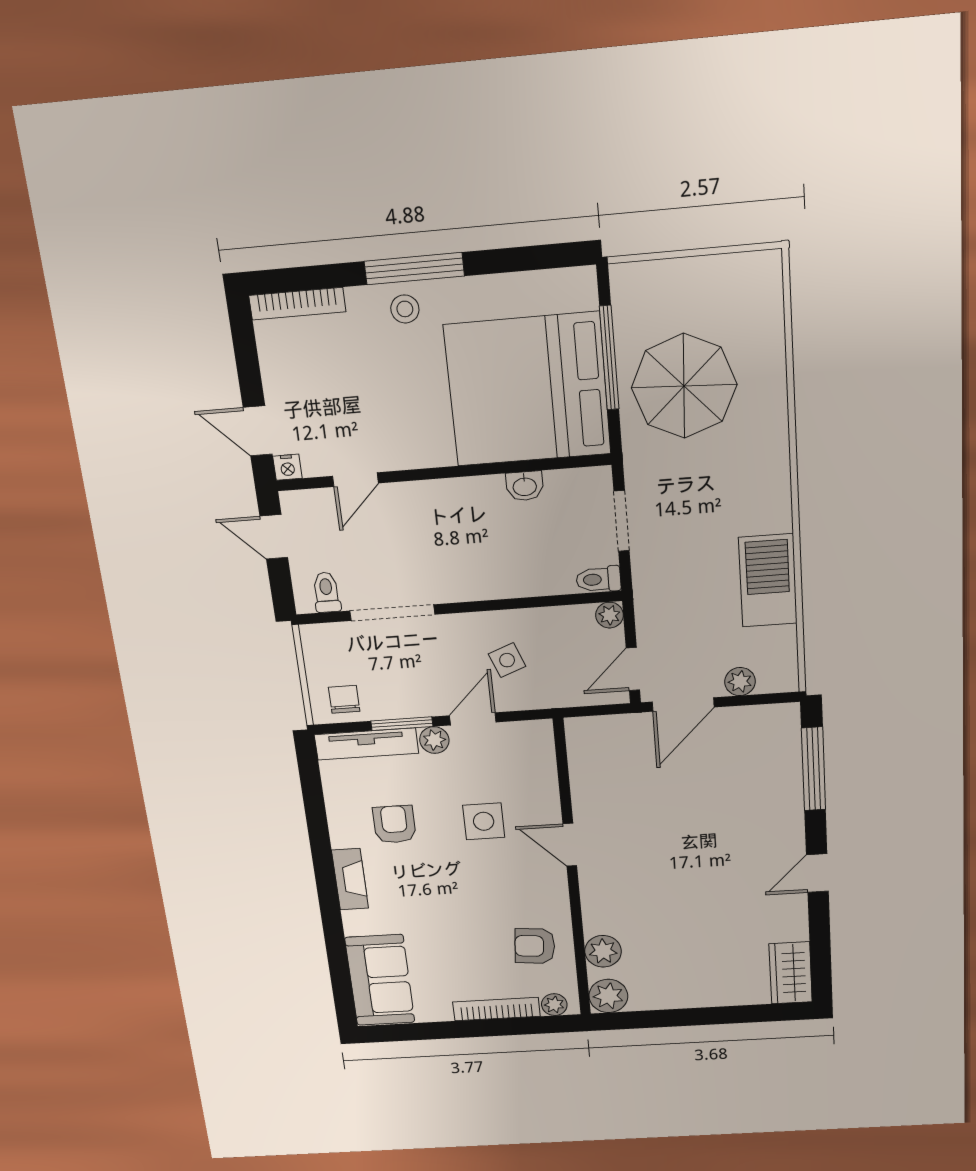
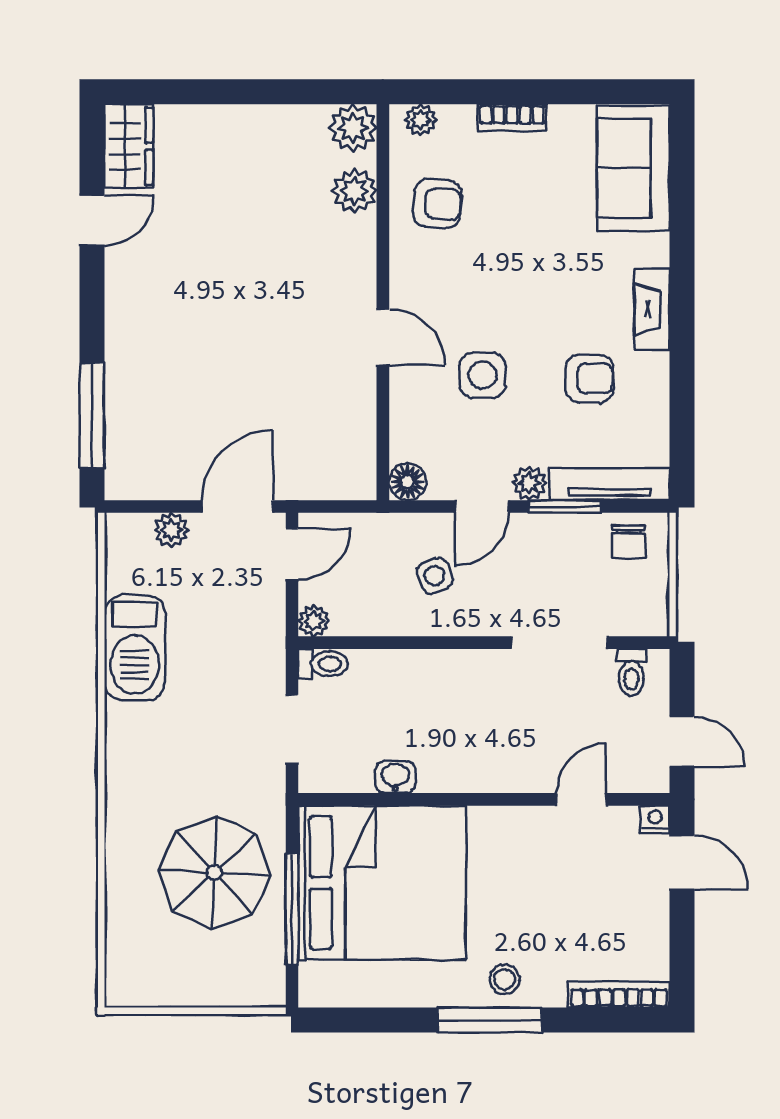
floor lamp: (538, 734) -> (408, 482), added
armchair: (394, 824) -> (589, 378), turned -90
door: (817, 873) -> (92, 220), moved
bookcase: (496, 1009) -> (512, 118), width x0.64

